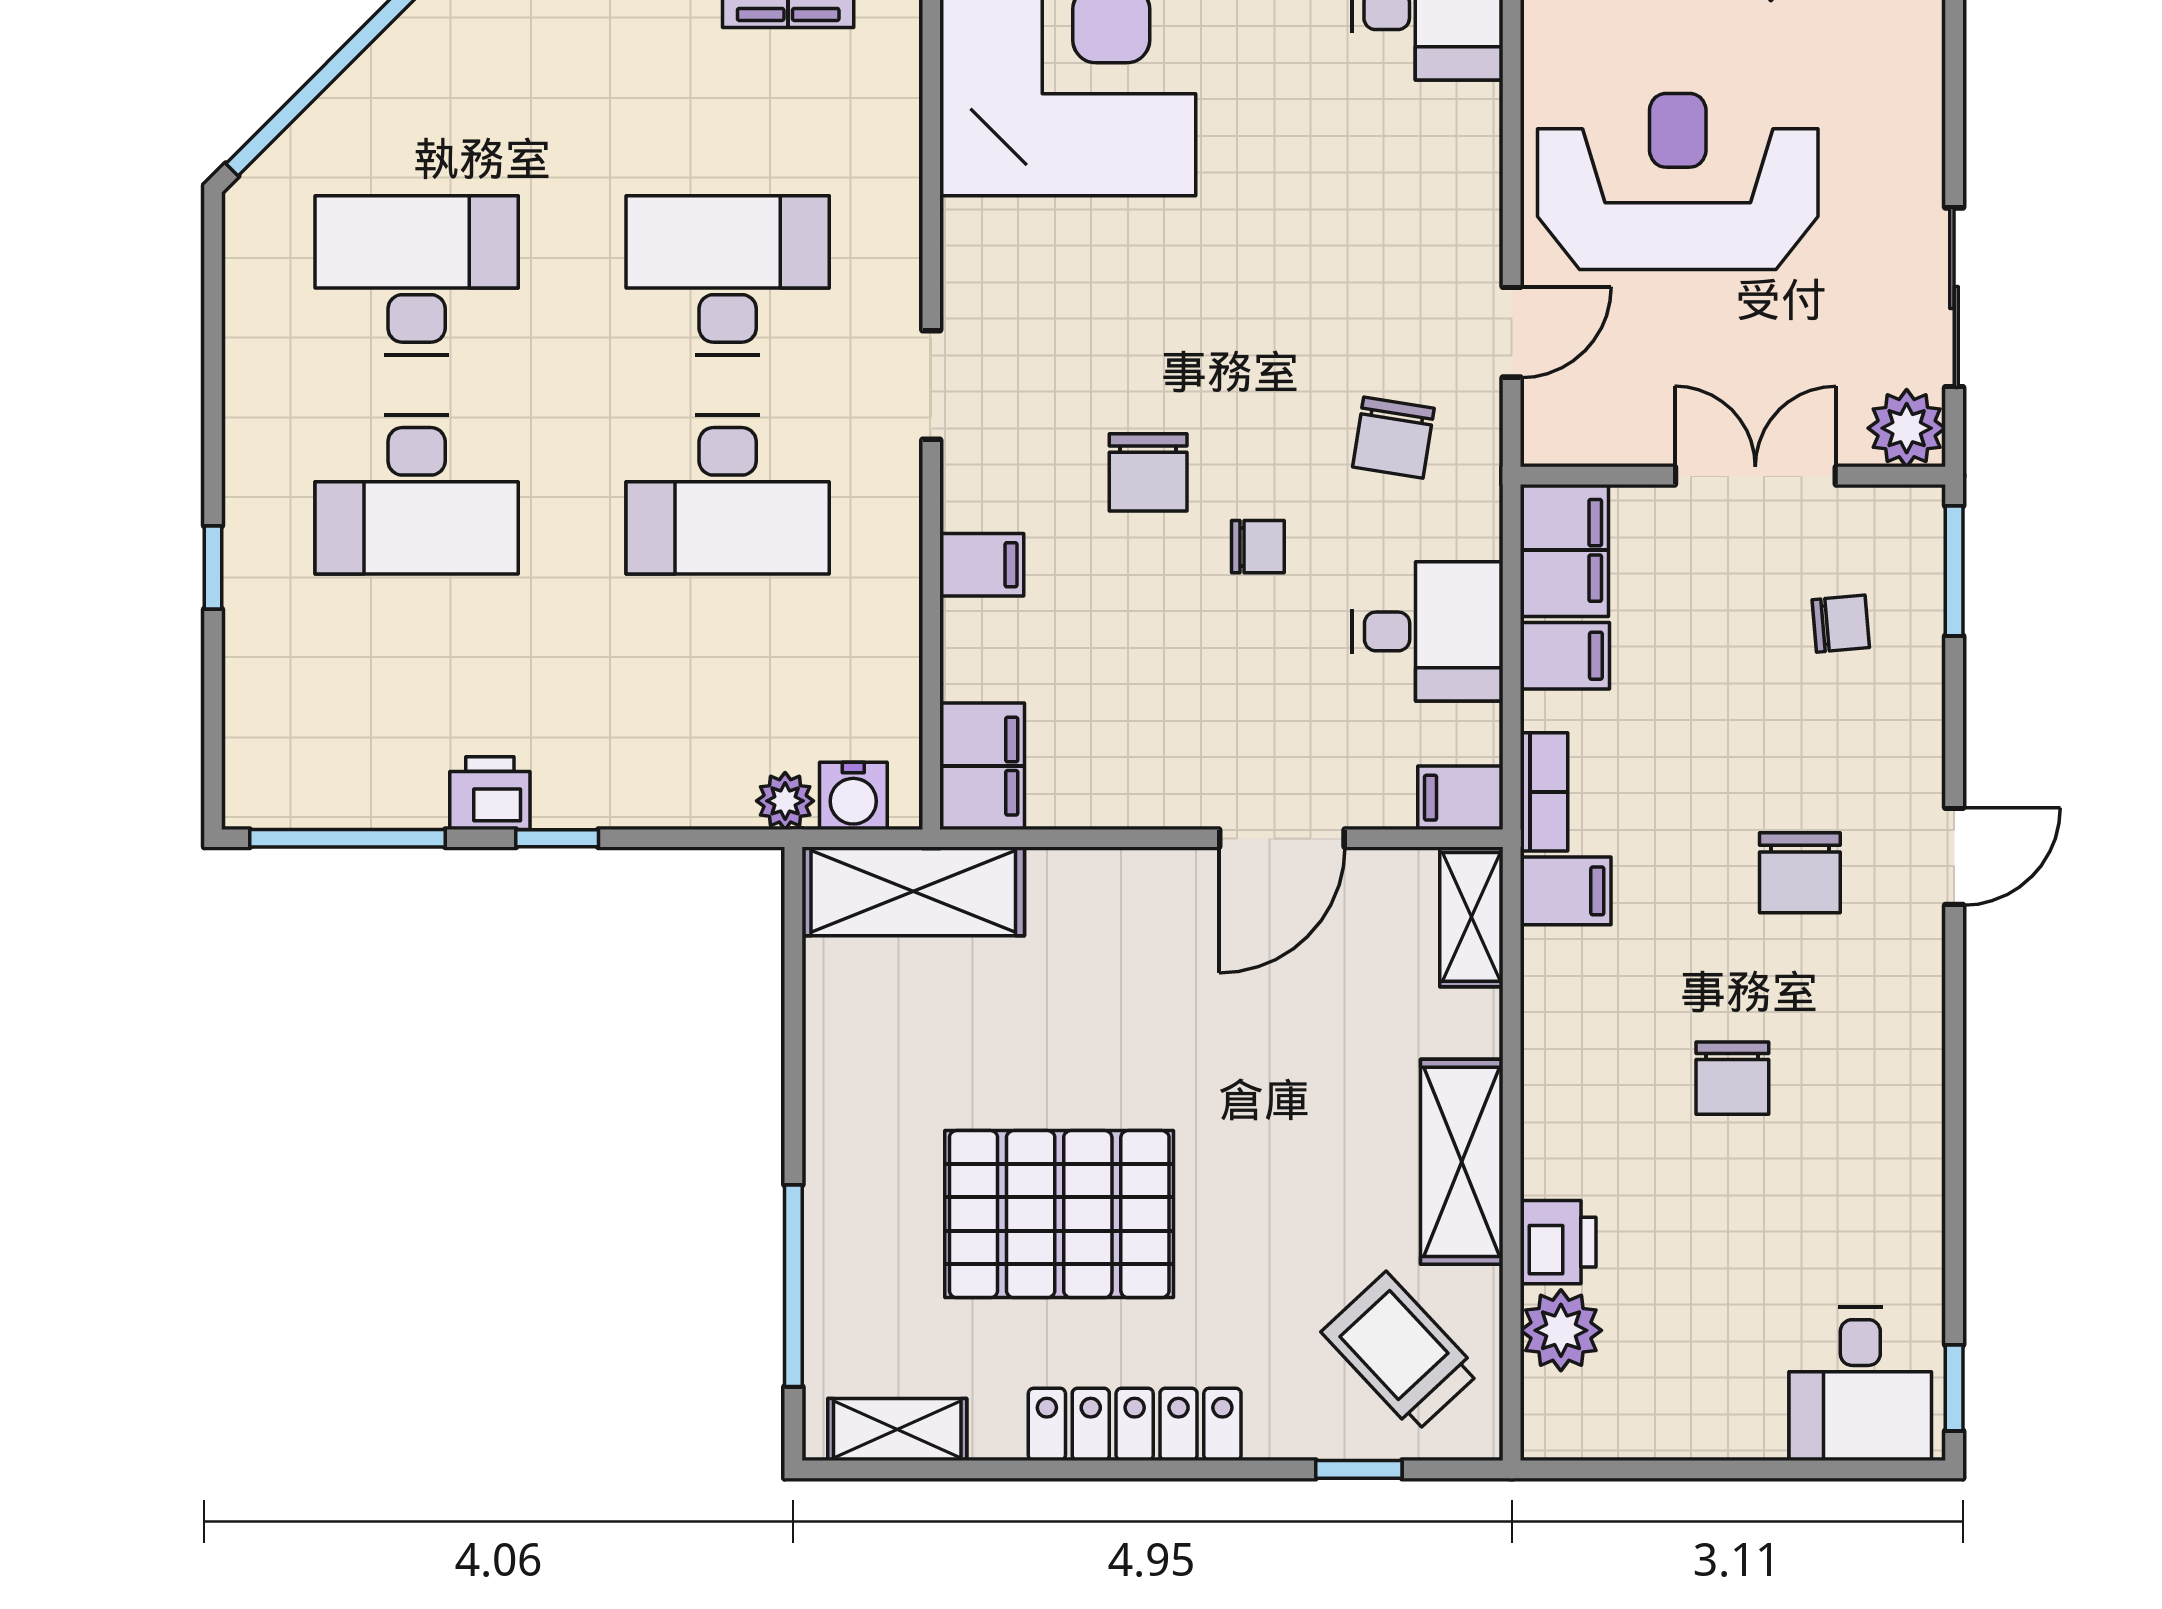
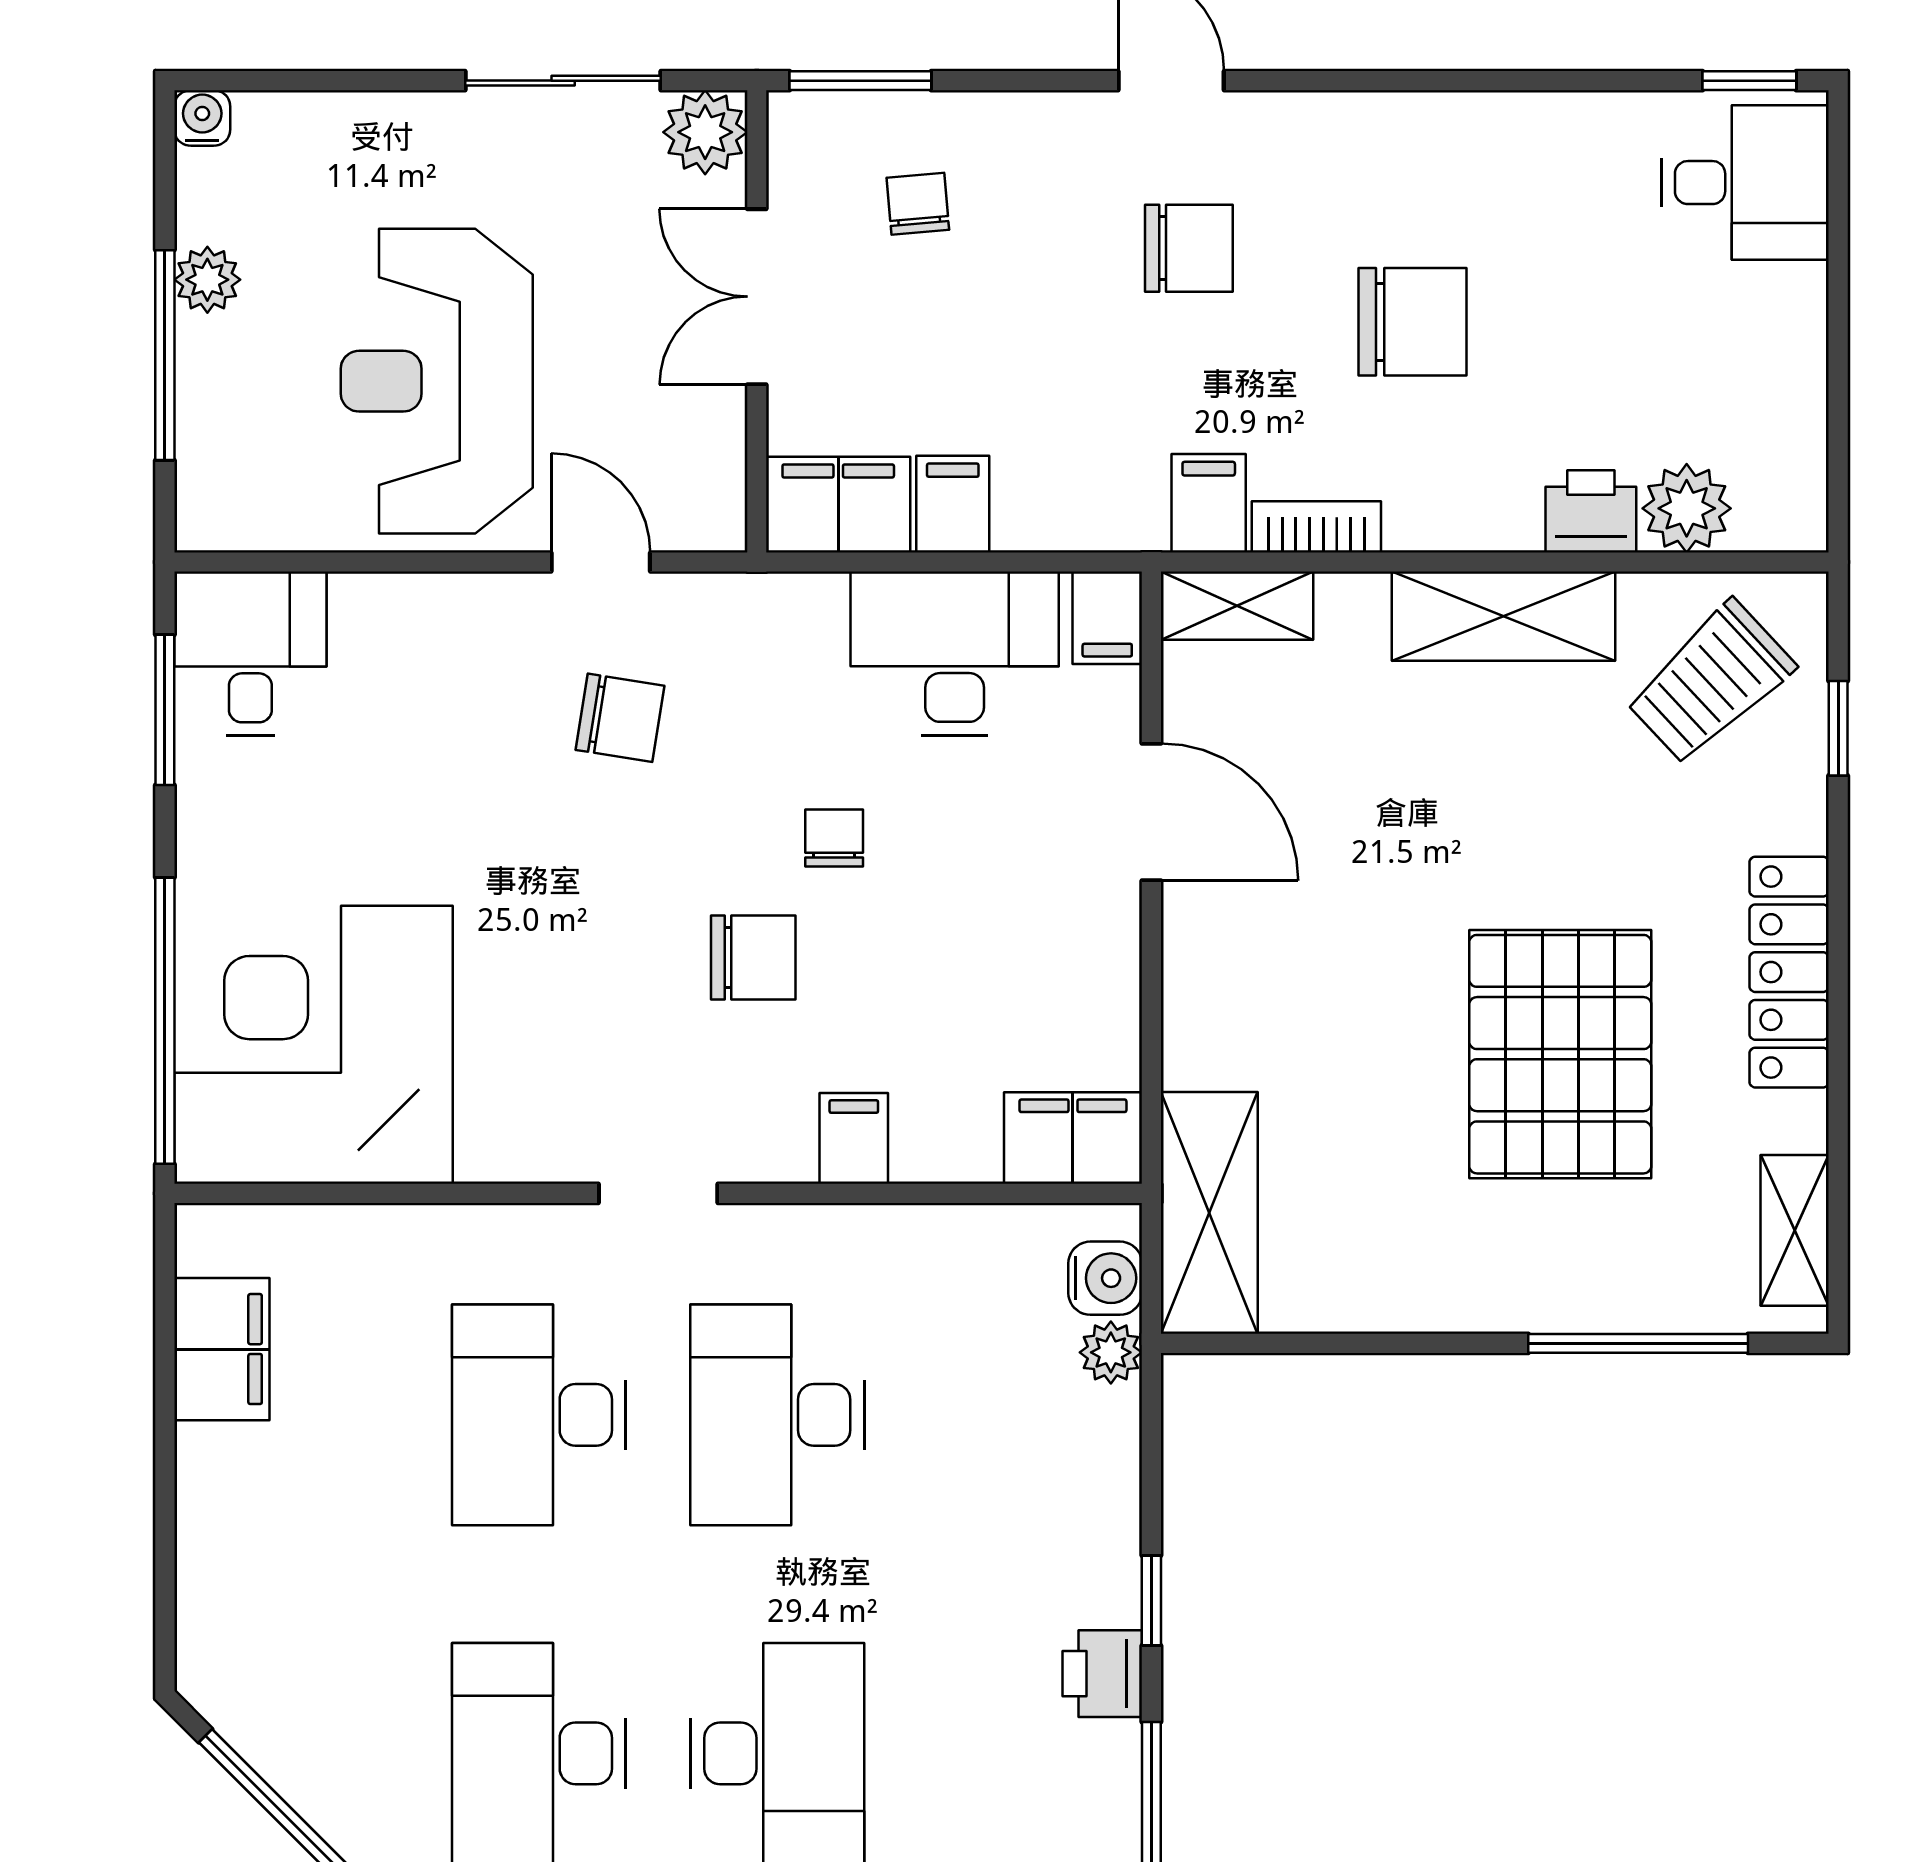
chair: (1393, 438) -> (620, 718), moved
desk: (728, 494) -> (777, 1415), turned 180
desk: (1428, 631) -> (955, 653), width x1.37
bookcase: (1544, 792) -> (1316, 527), moved
chair: (1732, 1078) -> (1412, 322), width x1.37, depth x1.37

